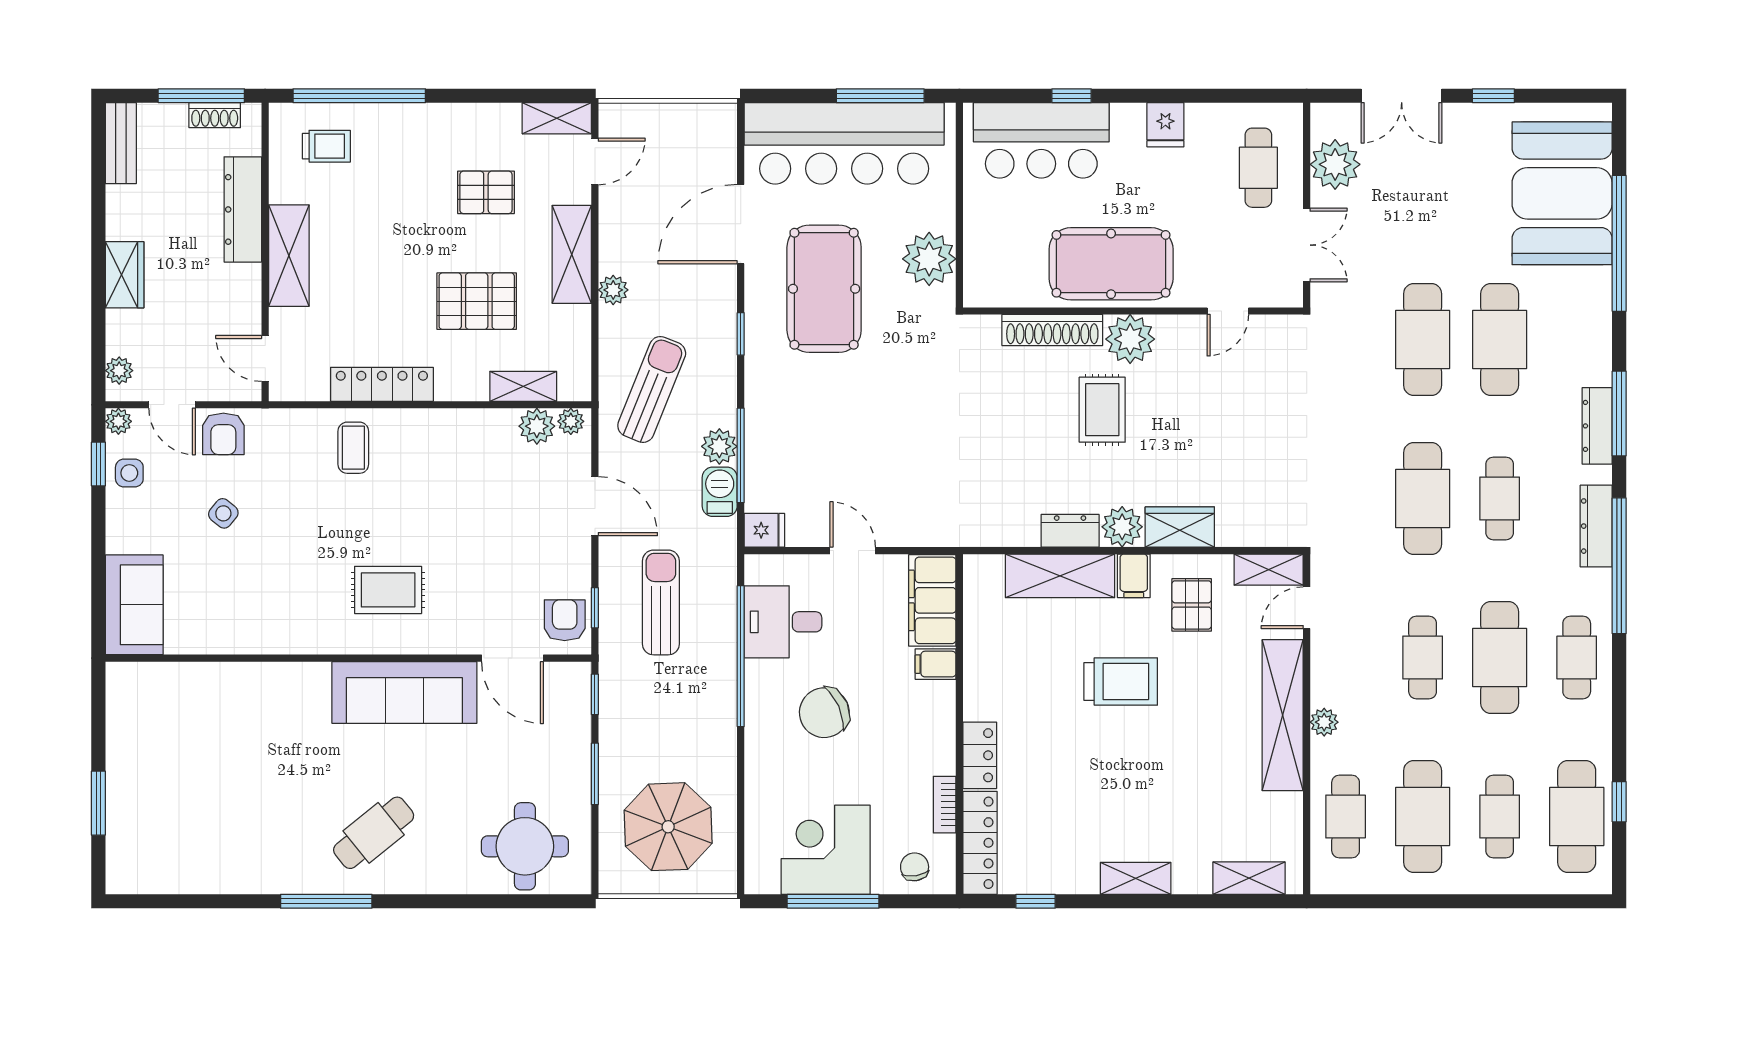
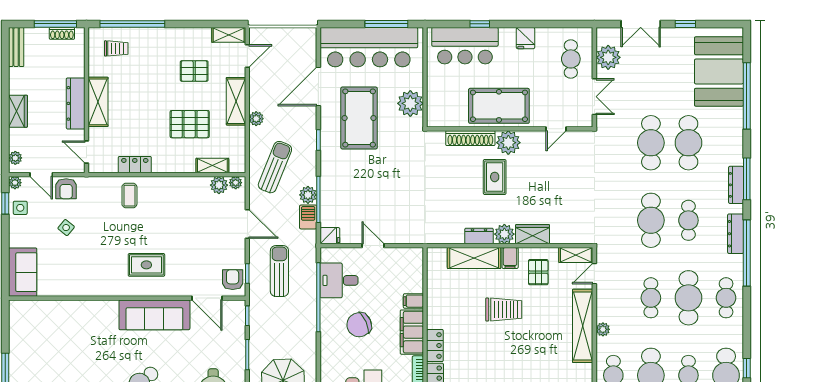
dresser: (243, 209) -> (76, 103), moved
locker: (382, 384) -> (135, 165), width x0.66
filing cabinet: (932, 600) -> (412, 332), moved

